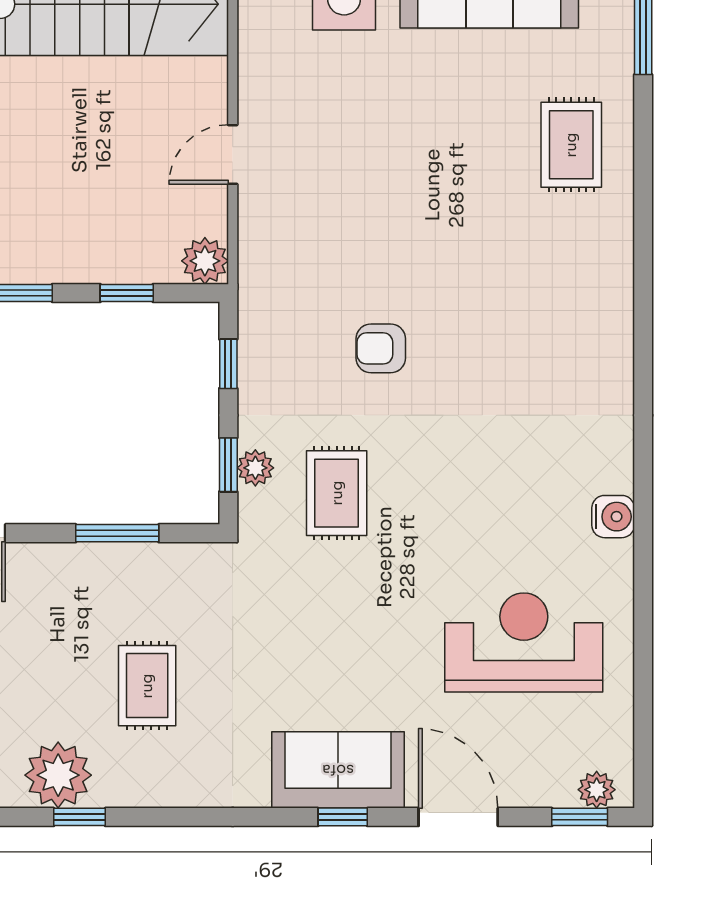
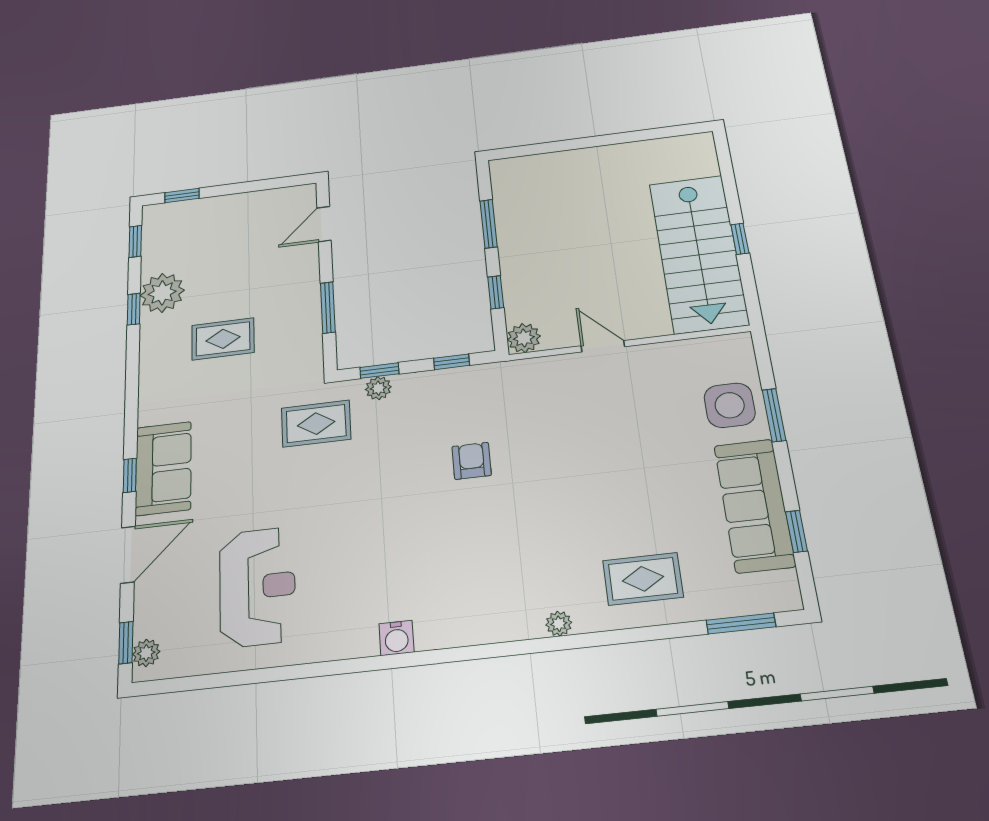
plant: (618, 257) -> (559, 624), added
rug: (337, 493) -> (316, 424), moved
water cooler: (613, 517) -> (397, 638), moved

